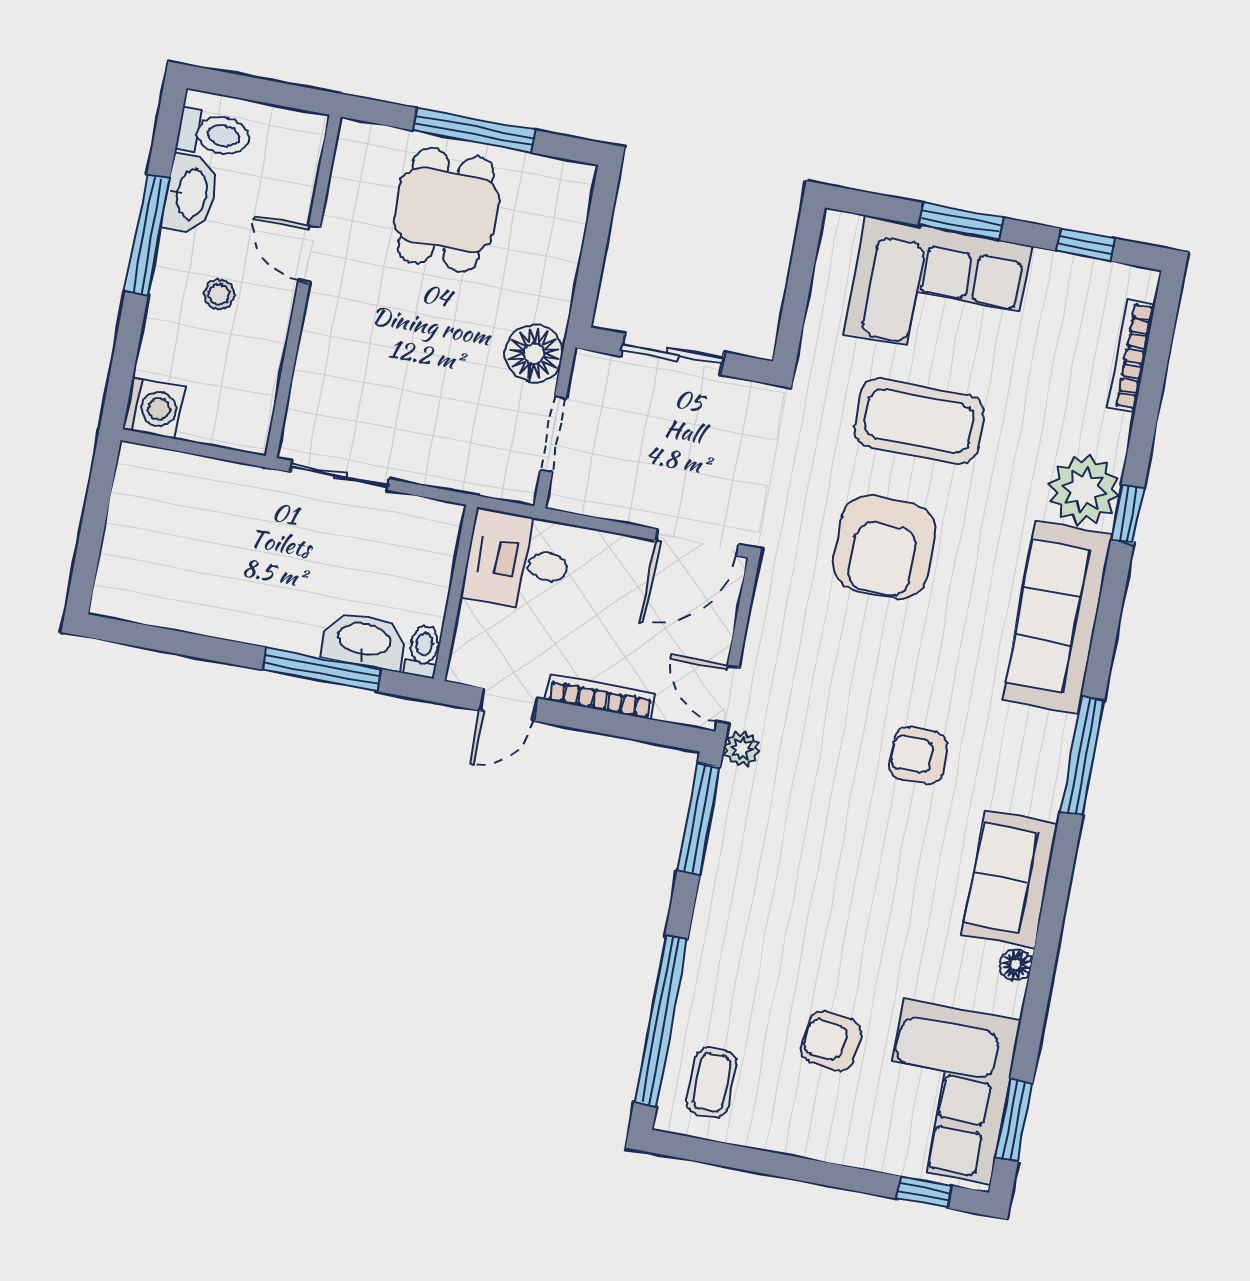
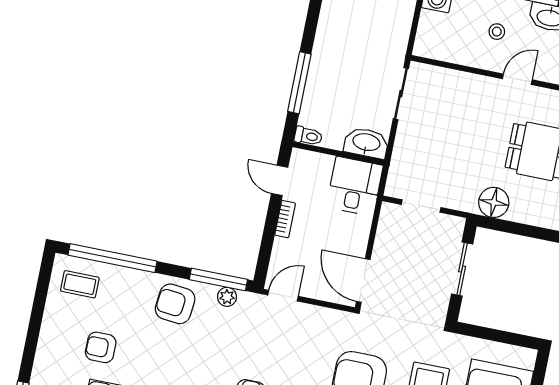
floor lamp: (534, 354) -> (494, 202), moved
washbasin: (364, 641) -> (366, 143), moved, turned -90
bookcase: (601, 696) -> (285, 219), width x0.64
plant: (742, 749) -> (227, 297), moved
armchair: (746, 900) -> (175, 304), added
armchair: (831, 1041) -> (101, 347), turned -97

